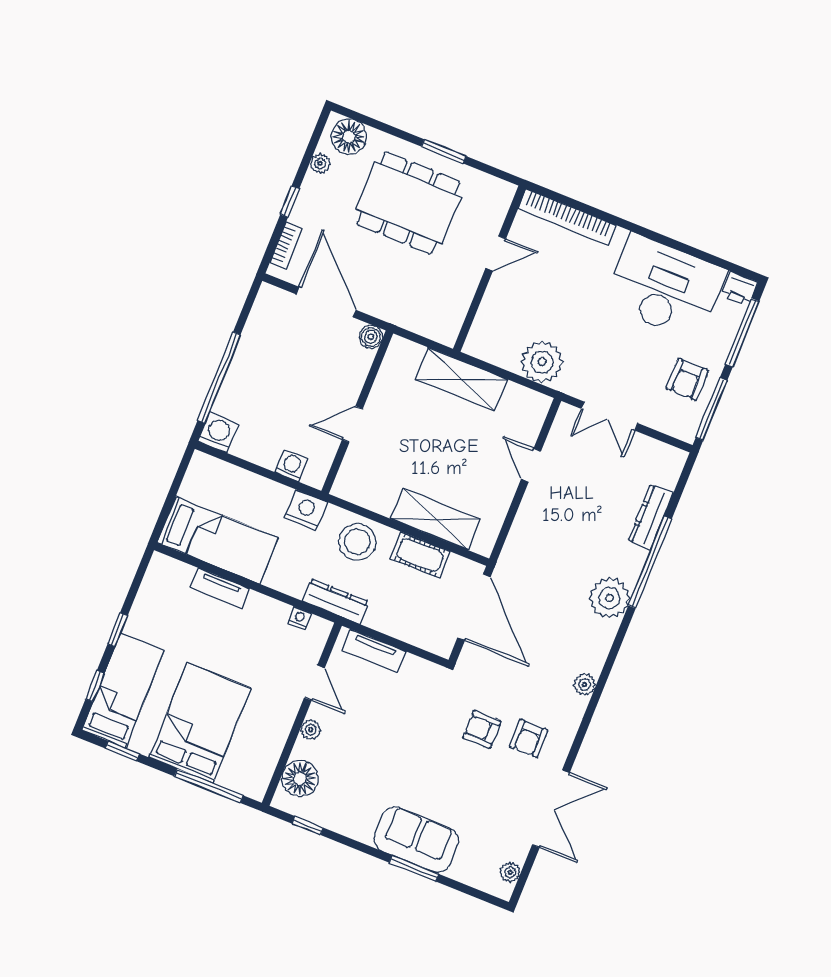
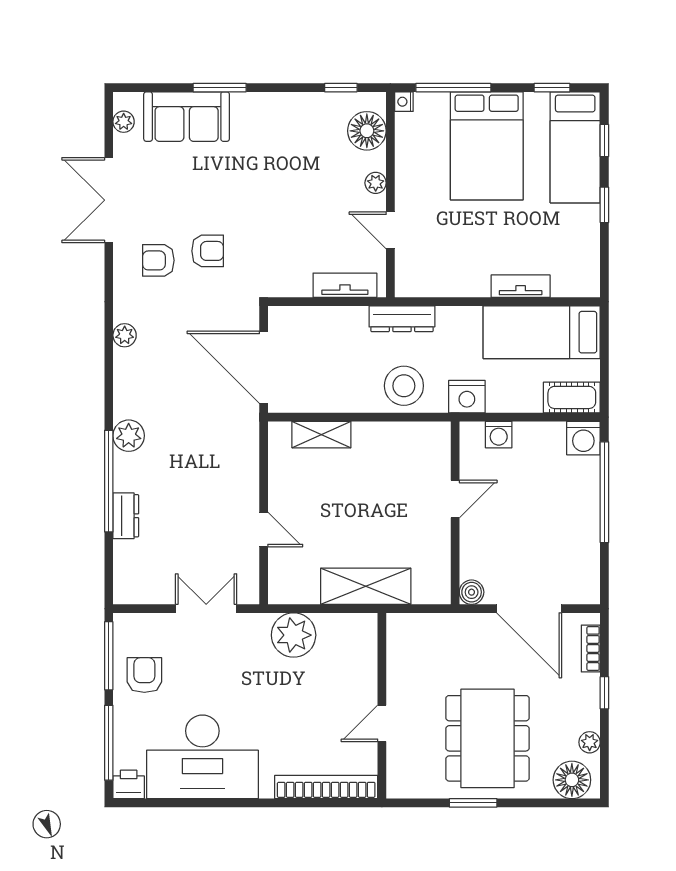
dining table: (408, 203) -> (488, 738), turned 90
dresser: (651, 517) -> (126, 516), width x0.70
shelving: (435, 519) -> (321, 435), width x0.67, depth x0.75
cot: (420, 555) -> (572, 397), moved
plant: (609, 598) -> (129, 436), width x0.73, depth x0.73
nightstand: (300, 618) -> (404, 102), moved, turned 90
armchair: (529, 738) -> (158, 260), turned -90
sofa: (416, 840) -> (187, 117), moved

